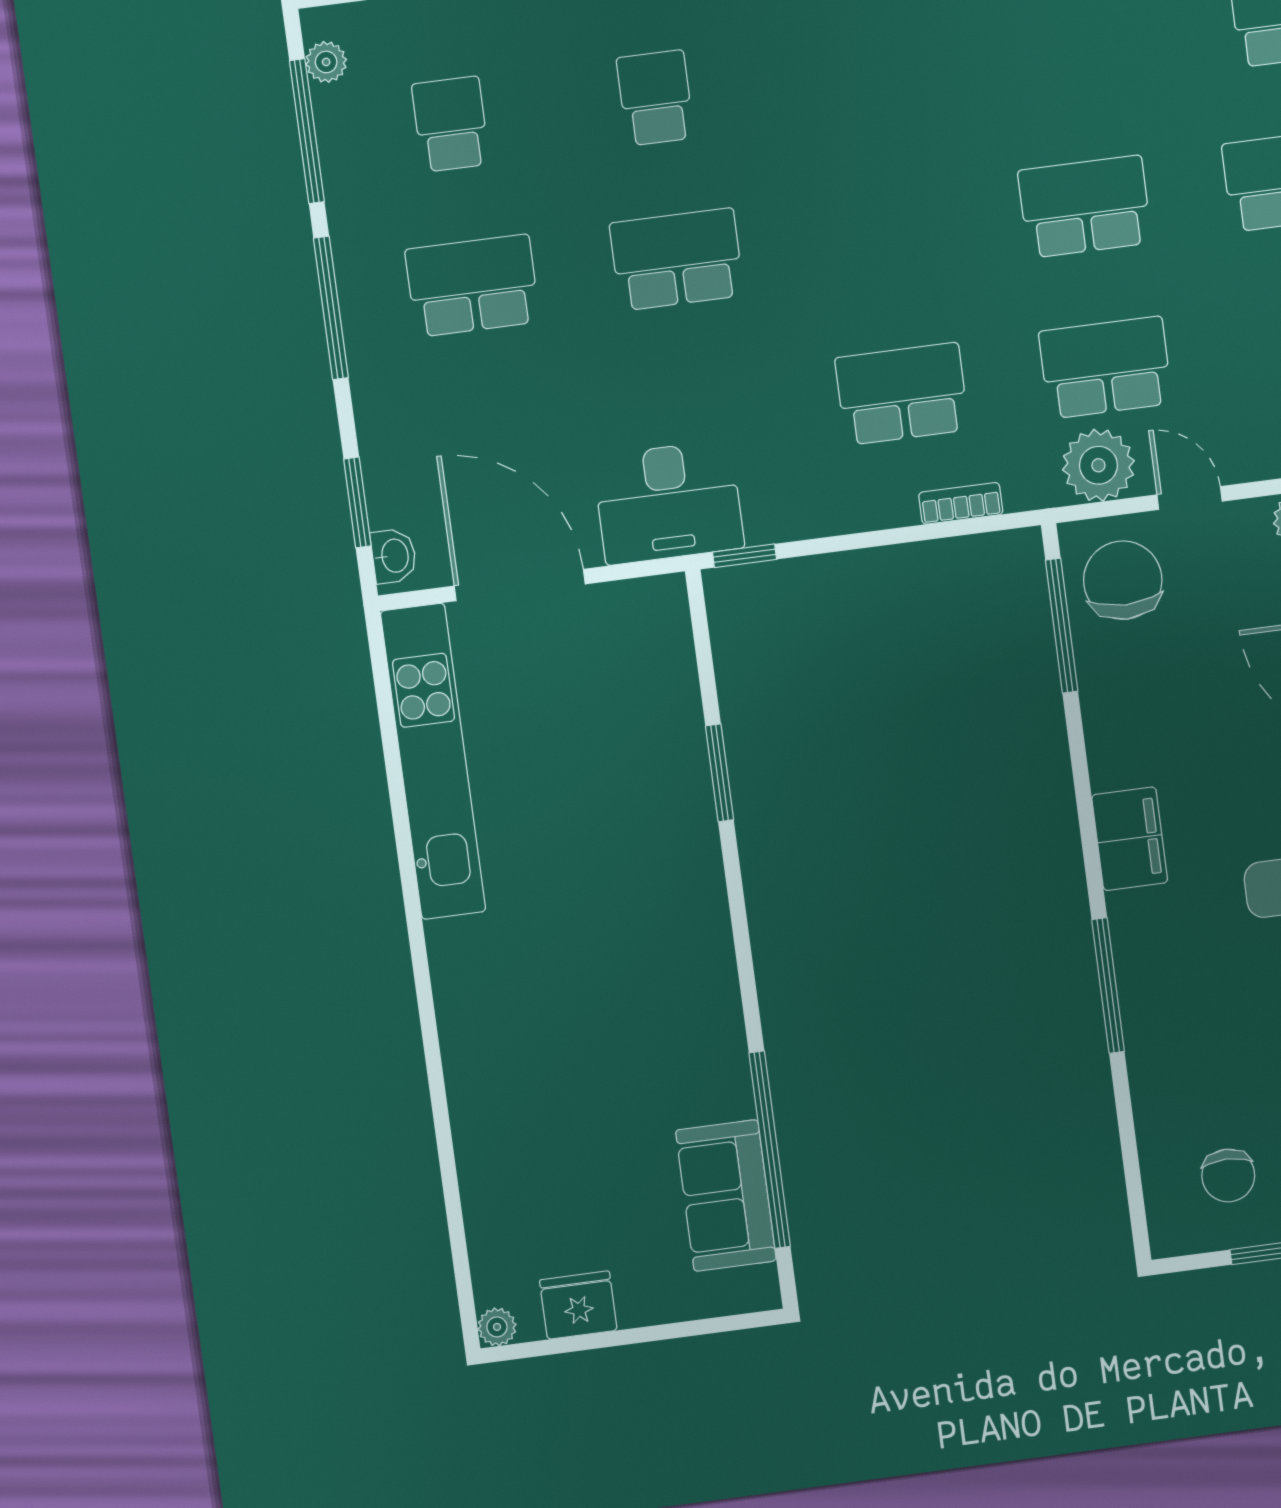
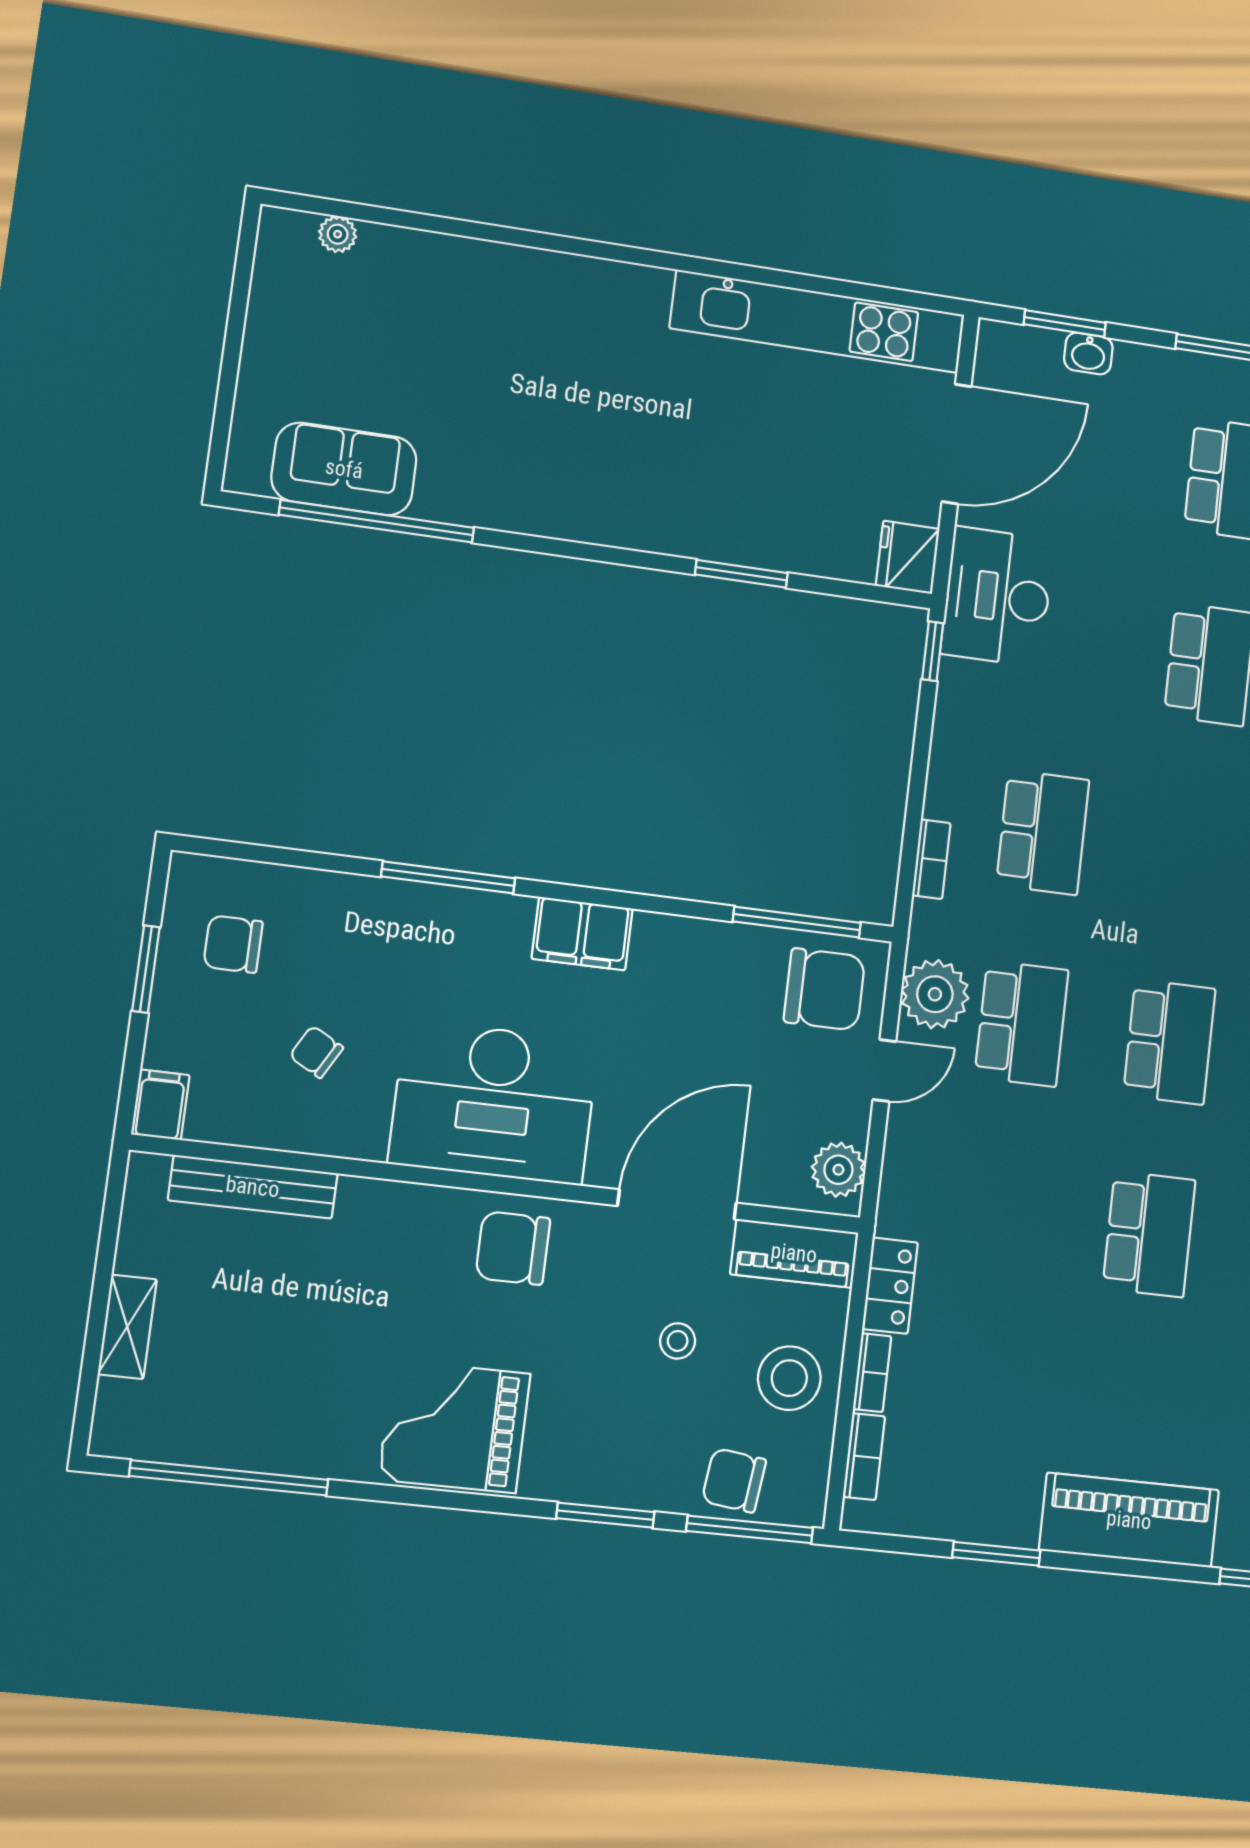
washbasin: (394, 556) -> (1088, 354), moved
fridge: (578, 1305) -> (908, 557), moved, turned 180
plant: (497, 1327) -> (338, 234), moved

